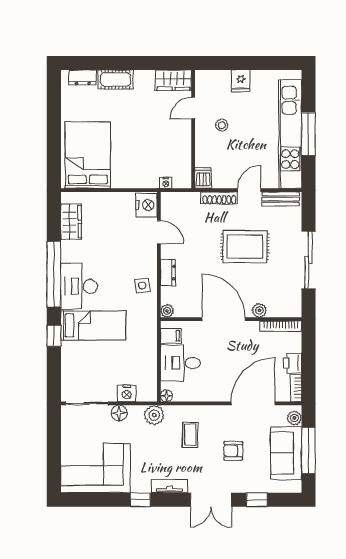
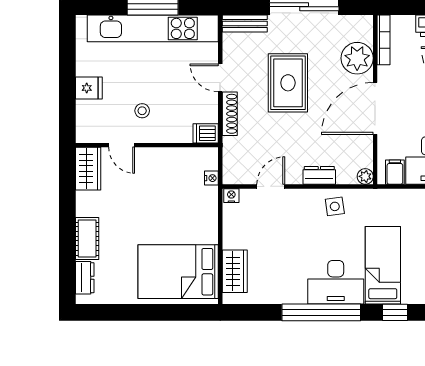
bench: (281, 199) -> (245, 23), moved, turned 90
nightstand: (146, 205) -> (231, 196), width x0.53, depth x0.56
wardrobe: (71, 222) -> (235, 271), moved, turned 90
plant: (259, 310) -> (357, 58), width x1.88, depth x1.88

